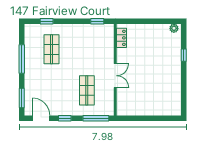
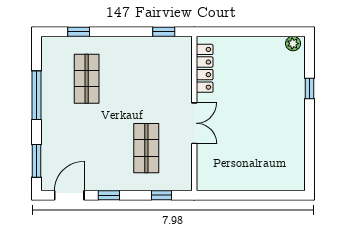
locker: (121, 38) -> (205, 68), width x1.53
door: (41, 118) -> (69, 195), hinge flipped
window: (96, 118) -> (162, 195), width x0.46

